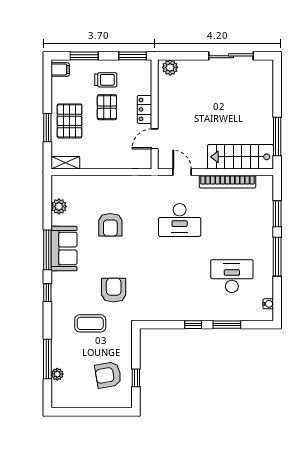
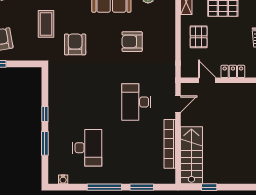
pallet: (107, 107) -> (199, 37), moved, turned 90
window: (277, 136) -> (209, 187), width x0.46
armchair: (114, 290) -> (75, 44), turned -90

